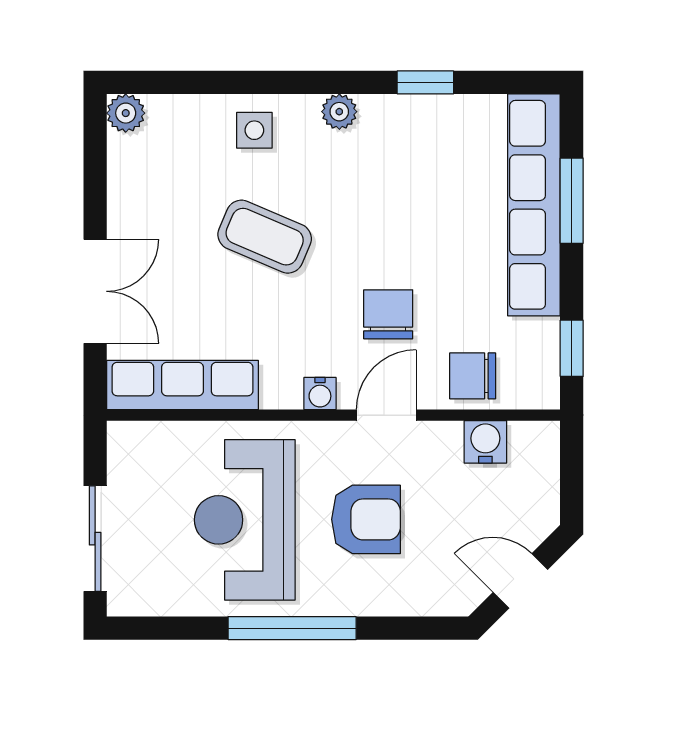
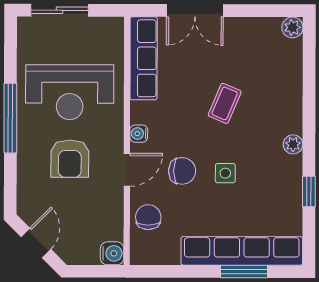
side table: (254, 130) -> (225, 173), moved
coffee table: (265, 237) -> (225, 103), width x0.73, depth x0.77
window: (572, 348) -> (163, 271), removed
door: (386, 415) -> (127, 170), hinge flipped
water cooler: (485, 442) -> (112, 253), moved
reception desk: (245, 520) -> (70, 92), turned 180

